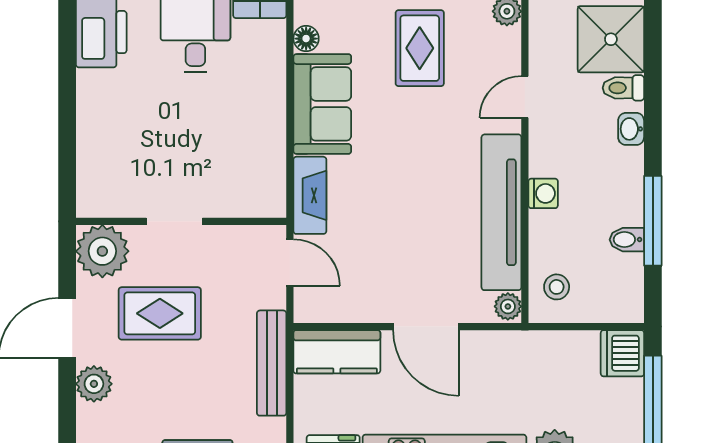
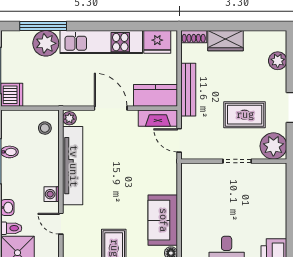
door: (525, 97) -> (61, 224), swing flipped
washing machine: (543, 193) -> (52, 194), moved
fireplace: (310, 195) -> (158, 118), moved, turned -90
plant: (94, 384) -> (278, 61), moved

